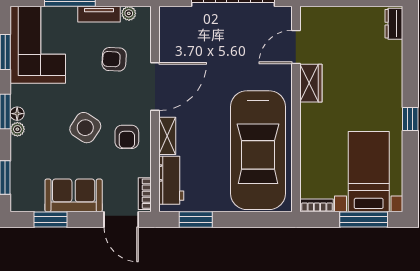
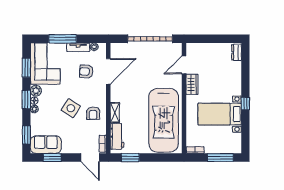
door: (155, 86) -> (108, 71), moved
plant: (20, 95) -> (36, 91), added
bed with nightstands: (369, 172) -> (220, 114), moved, turned -90
sofa: (74, 195) -> (46, 145), moved

